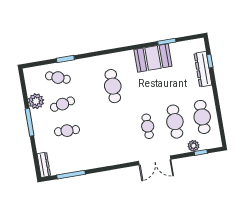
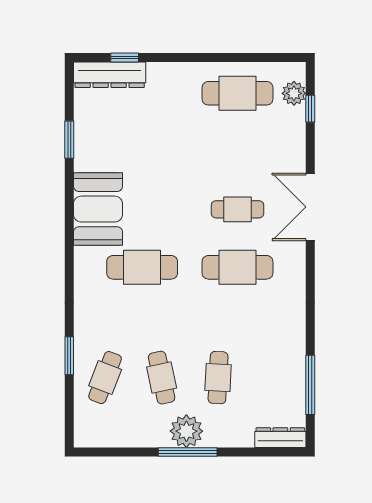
booth: (153, 58) -> (98, 209), moved
dresser: (203, 69) -> (110, 75), moved
plant: (36, 101) -> (186, 431), moved
cafe table: (175, 122) -> (237, 267), moved
plant: (193, 146) -> (294, 93), moved
double door: (155, 160) -> (310, 207), swing flipped

